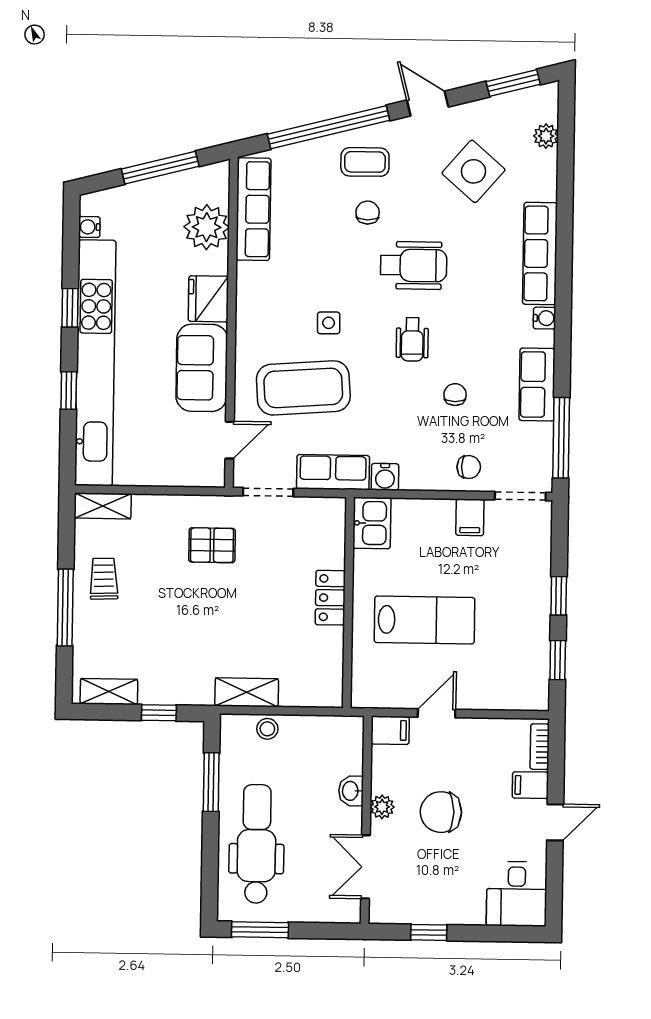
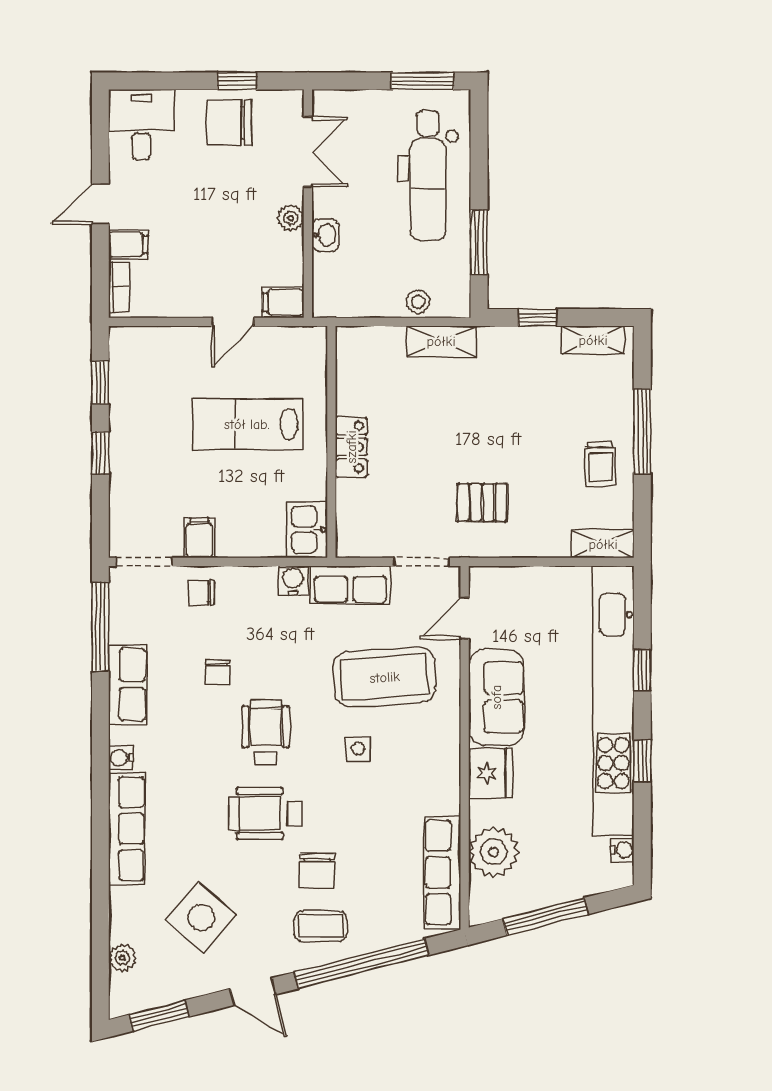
chair: (368, 213) -> (317, 871), width x1.37, depth x1.37
wheelchair: (412, 339) -> (266, 732), width x1.36, depth x1.37
chair: (441, 812) -> (229, 122), moved, turned 180

